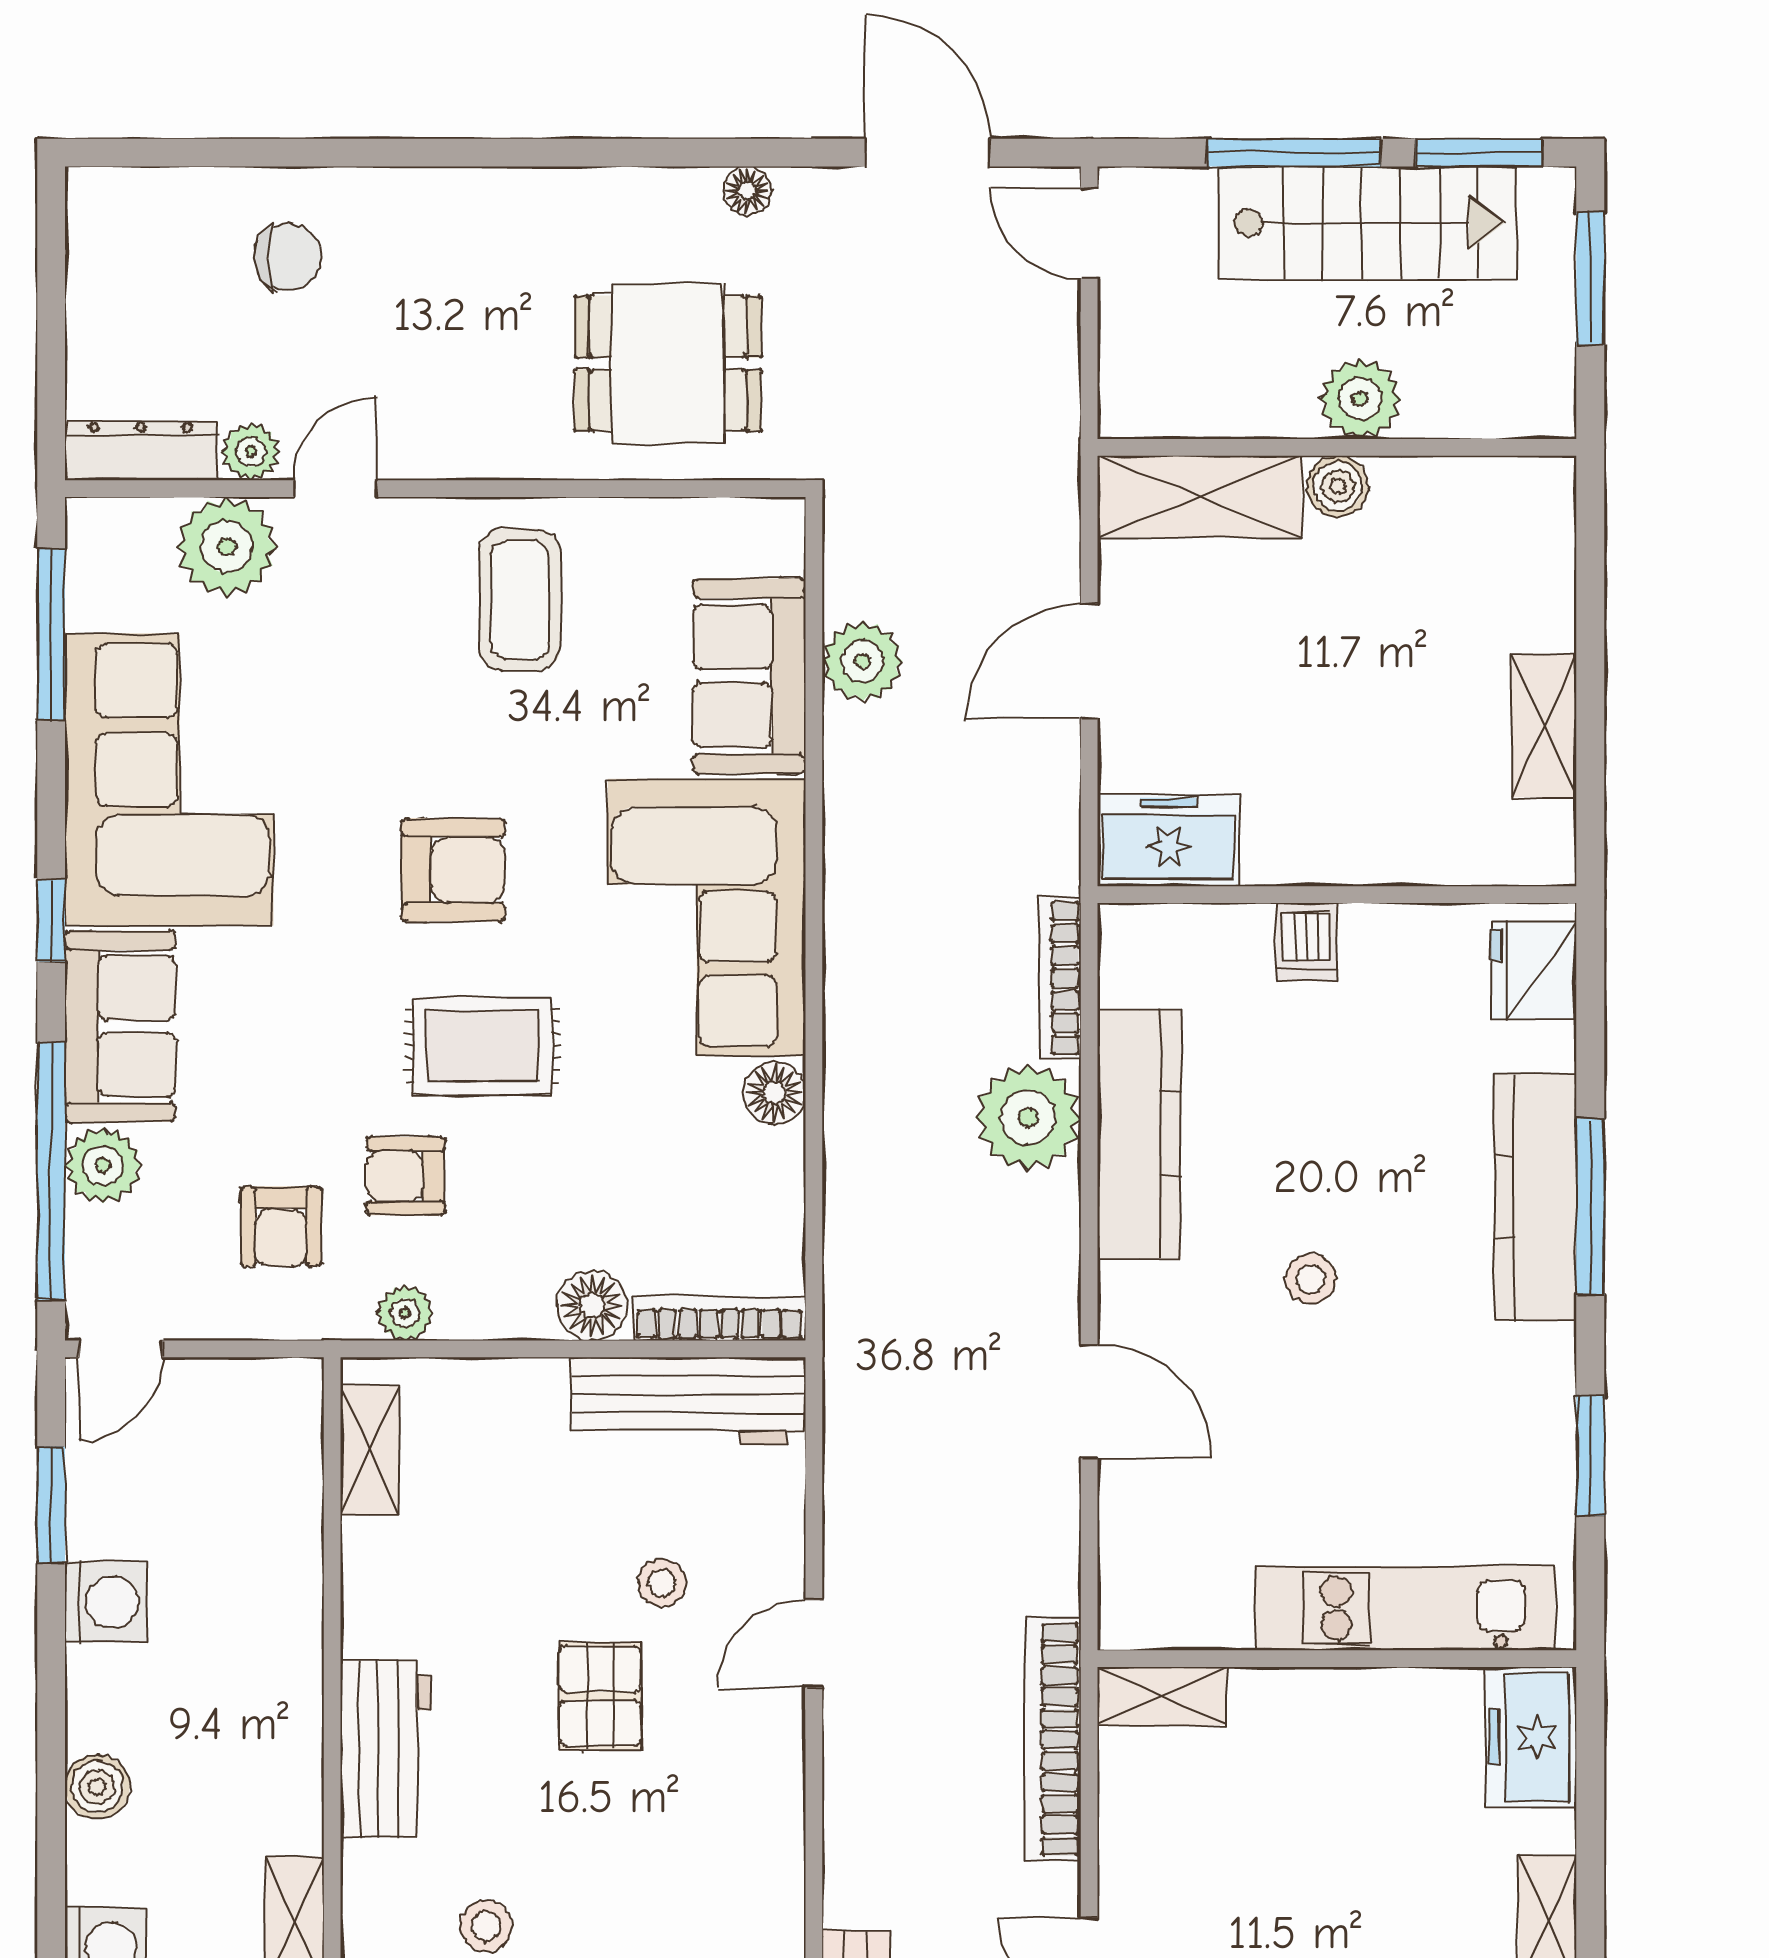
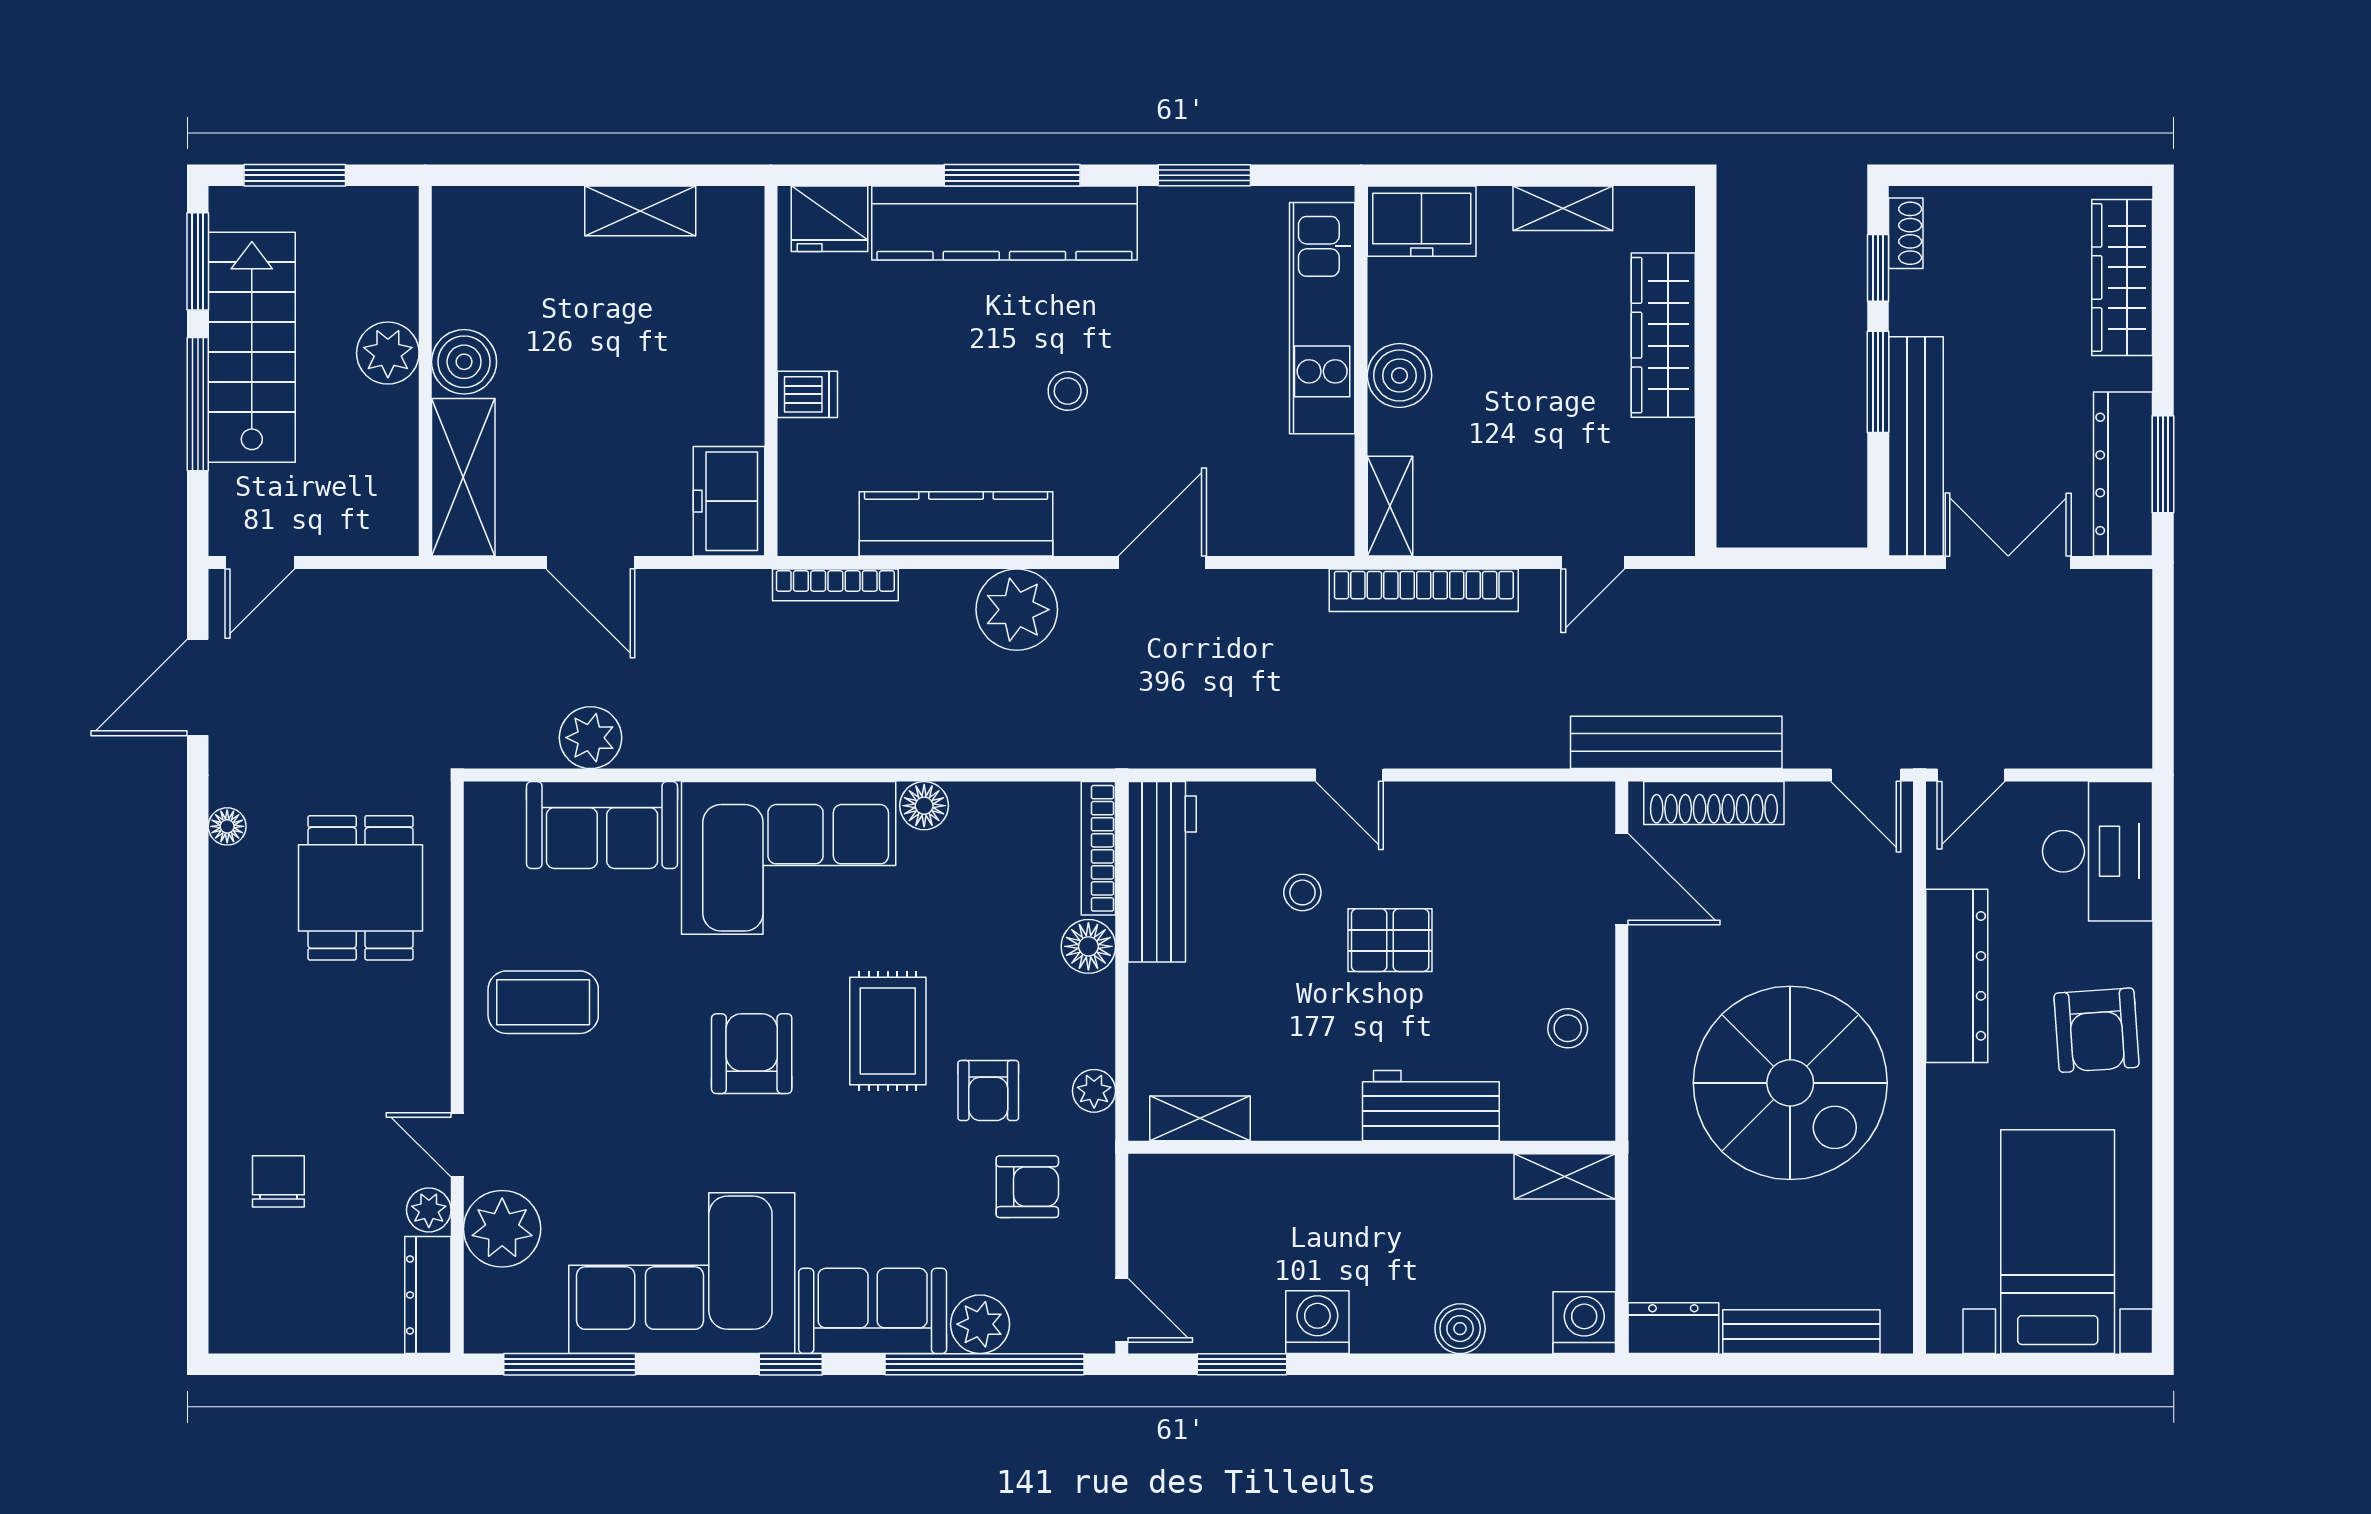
boiler: (1338, 486) -> (464, 362), width x1.36, depth x1.36
plant: (1028, 1118) -> (1017, 610), moved
kitchen counter: (1535, 1197) -> (1004, 223), width x1.39, depth x1.17
boiler: (1331, 1708) -> (1400, 375), added

